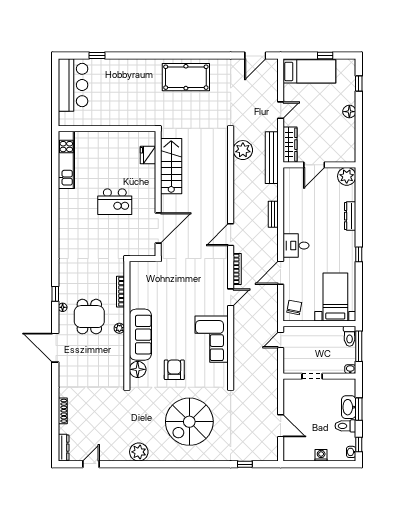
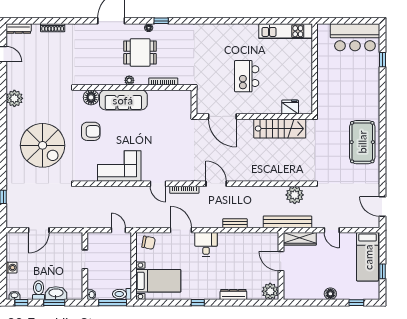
spiral stairs: (189, 422) -> (43, 145), turned 180

